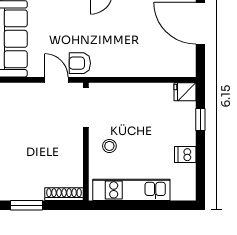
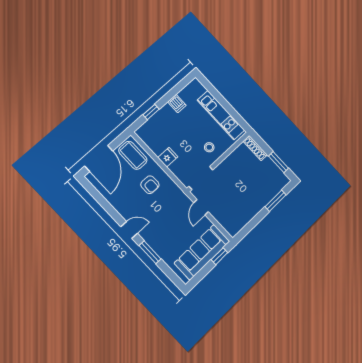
coffee table: (173, 60) -> (133, 155), added
armchair: (80, 63) -> (150, 185), moved
fridge: (185, 92) -> (168, 157), moved, turned -90

